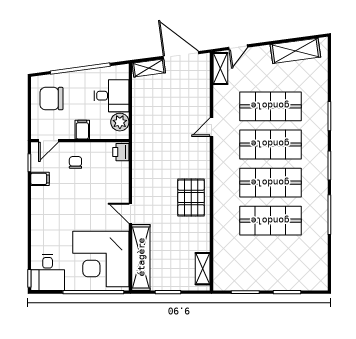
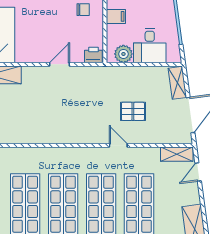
door: (238, 47) -> (198, 172), hinge flipped
pallet: (191, 197) -> (133, 111), moved, width x0.67, depth x0.71
door: (130, 213) -> (60, 64), moved

